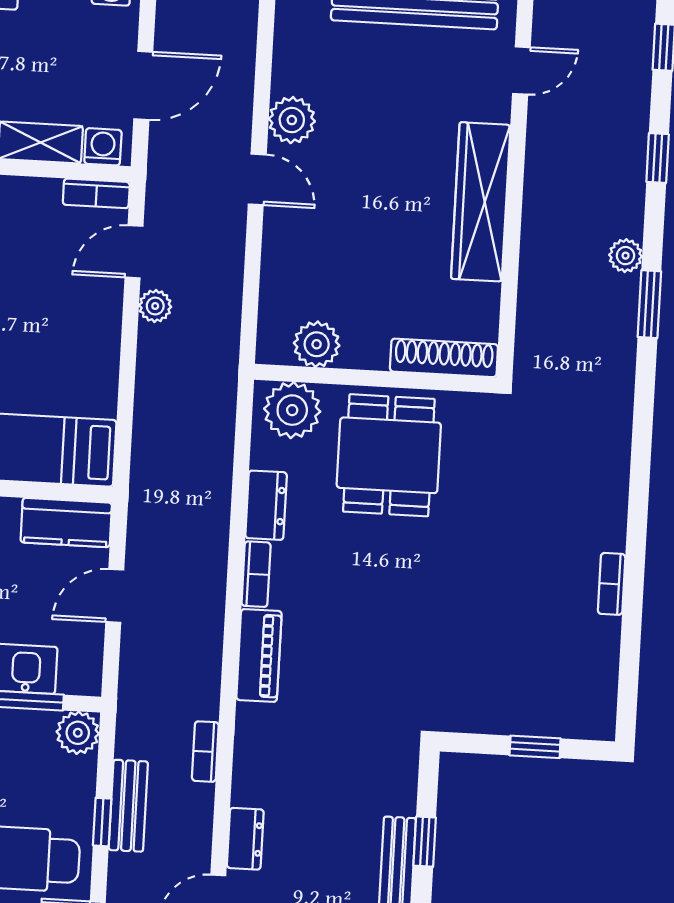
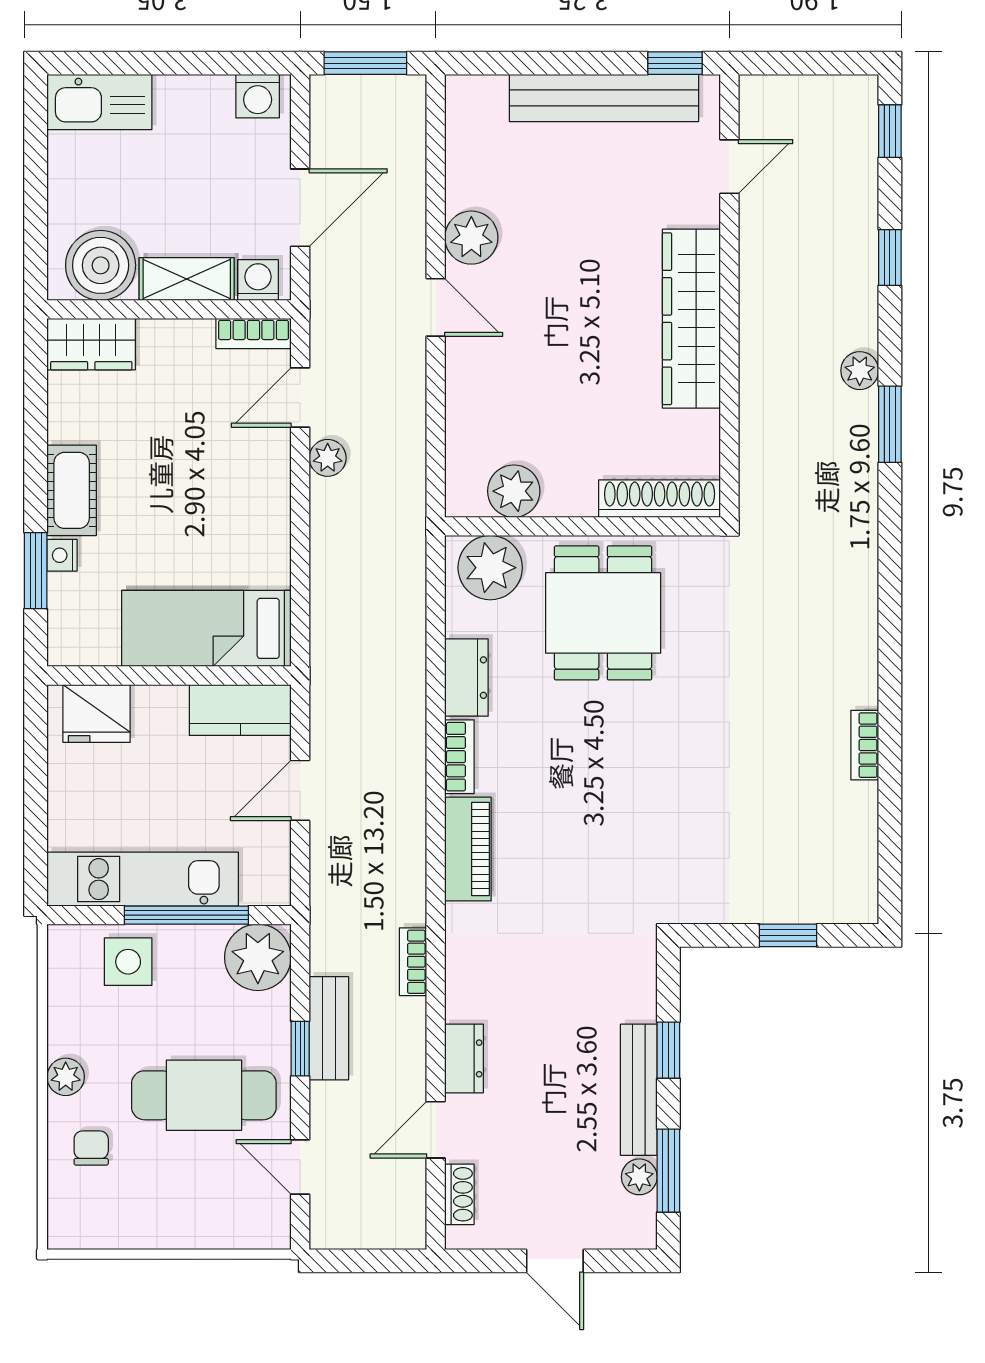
plant: (78, 733) -> (258, 957), width x1.36, depth x1.36

